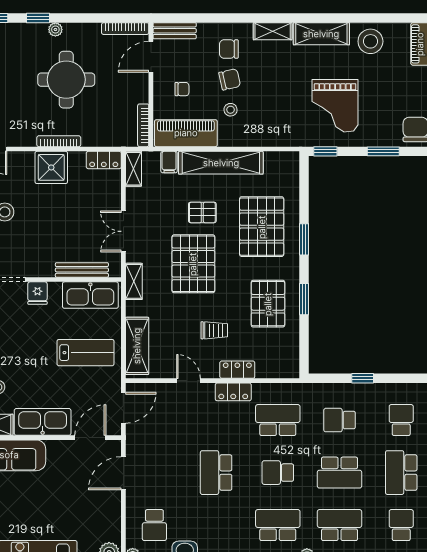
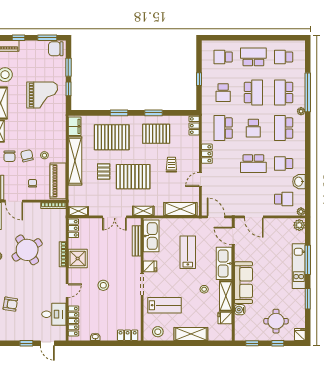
round table: (66, 80) -> (27, 250), turned -33
window: (325, 151) -> (68, 89), moved
filing cabinet: (169, 162) -> (75, 126), moved, width x2.00
lab bench: (86, 353) -> (188, 252), moved
locker: (237, 370) -> (194, 126), moved
school desk: (401, 473) -> (253, 57), turned 180
school desk: (216, 525) -> (284, 164), added

